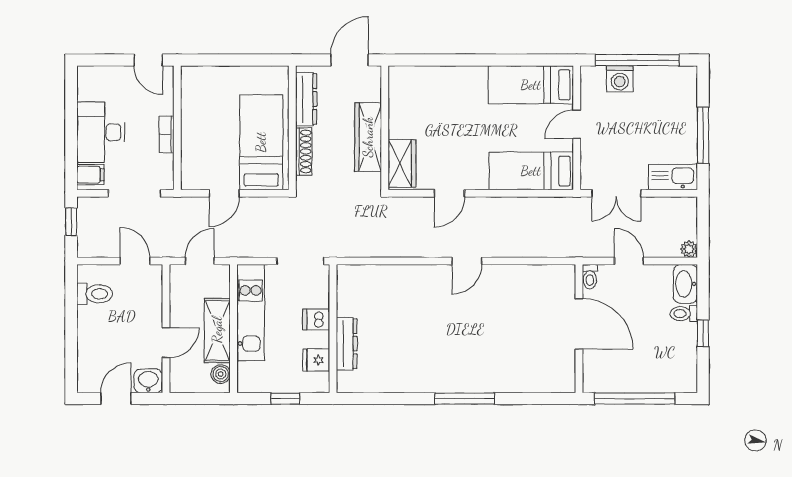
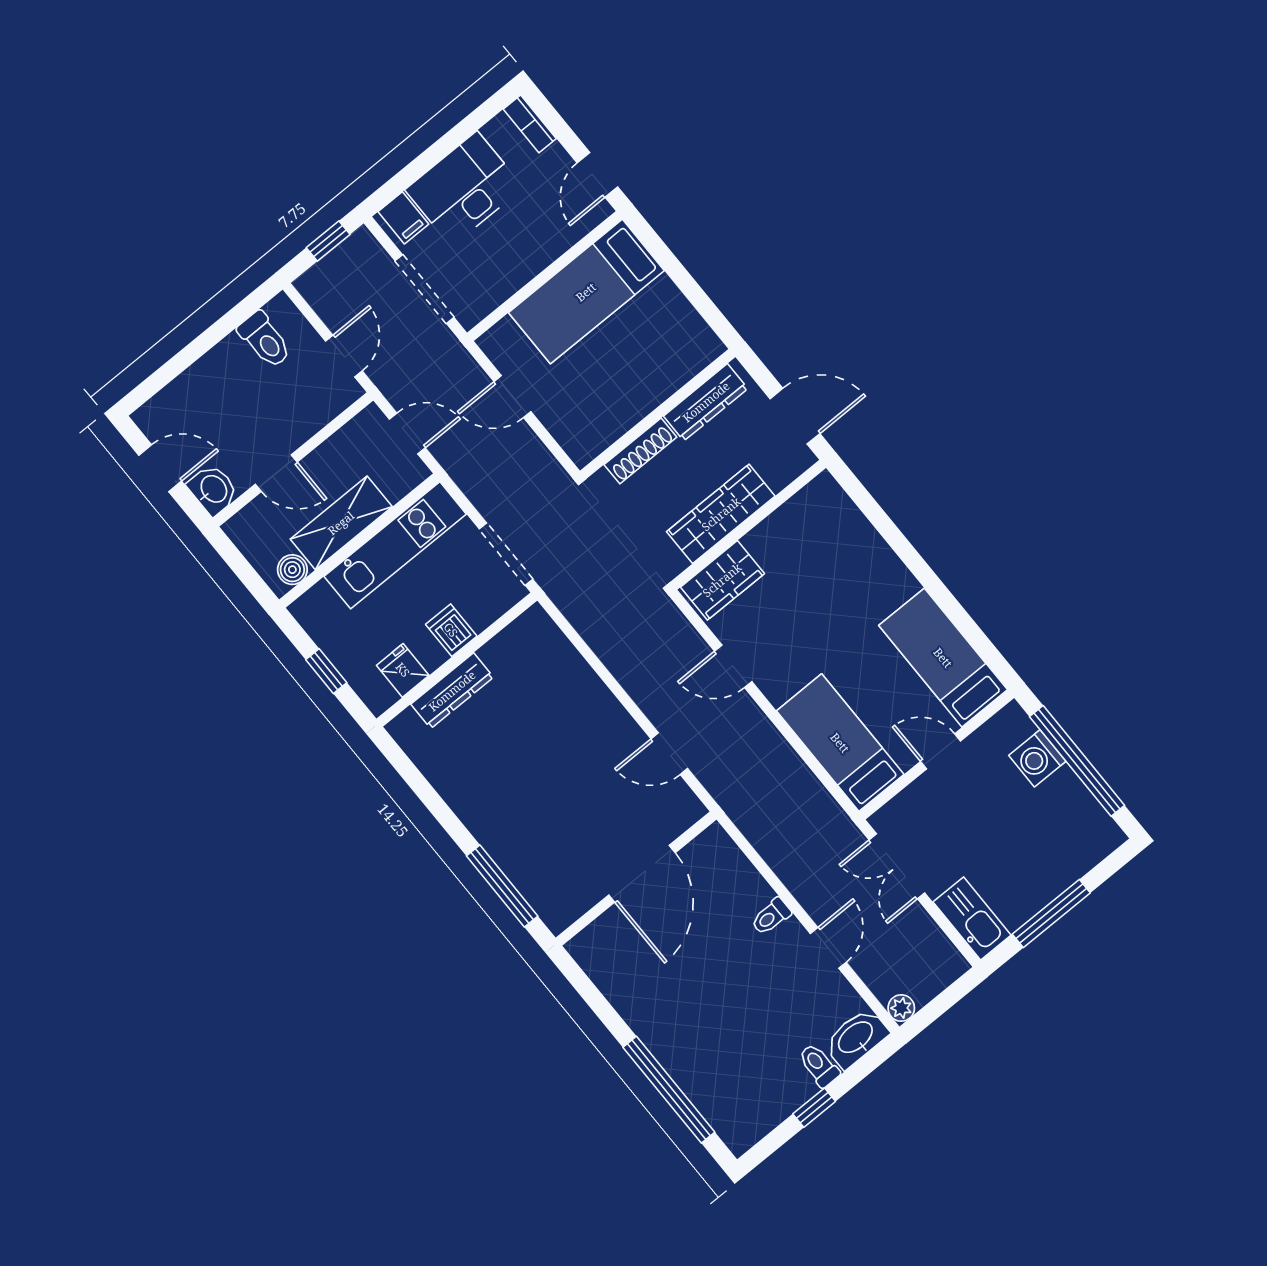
bookcase: (166, 135) -> (530, 124), moved, turned -90
bed: (261, 142) -> (586, 292), moved, turned 180
door: (579, 324) -> (642, 874), moved
wall: (579, 329) -> (636, 879), moved

